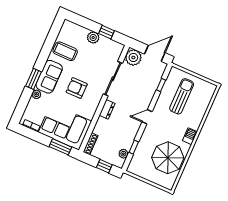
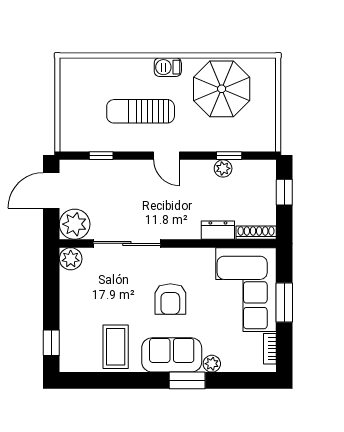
window: (106, 32) -> (51, 343), moved
plant: (93, 37) -> (71, 259), moved
door: (155, 53) -> (51, 190), hinge flipped
sun lounger: (182, 96) -> (141, 111), moved
dresser: (107, 109) -> (218, 230), moved
window: (60, 147) -> (284, 303), moved
plant: (123, 154) -> (223, 168), moved

